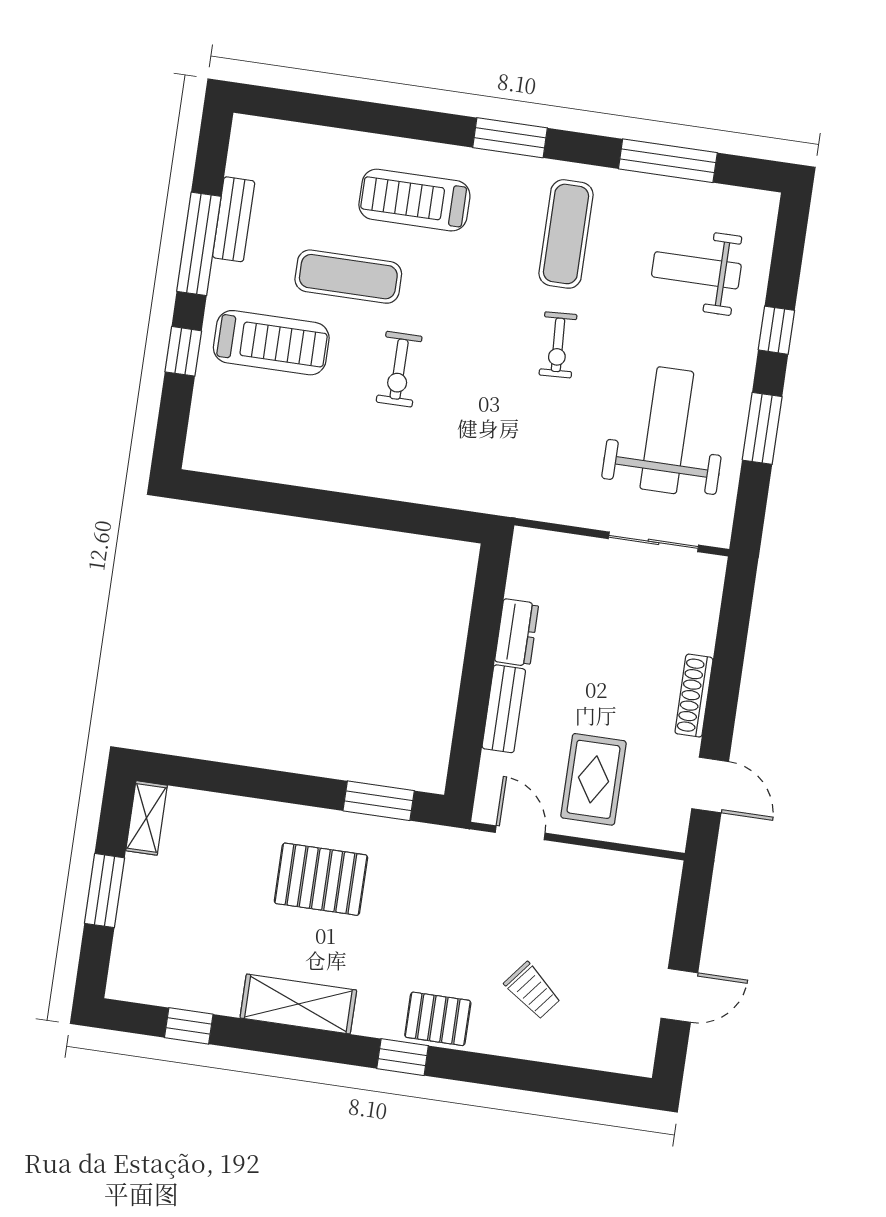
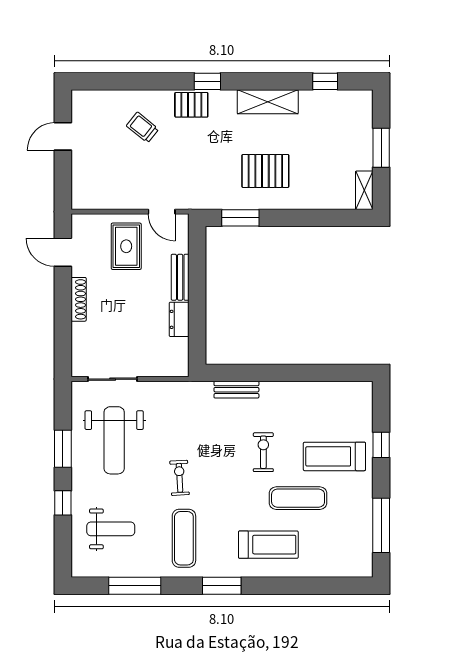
bench: (234, 219) -> (236, 390), moved, turned 90
window: (199, 244) -> (381, 525), moved

